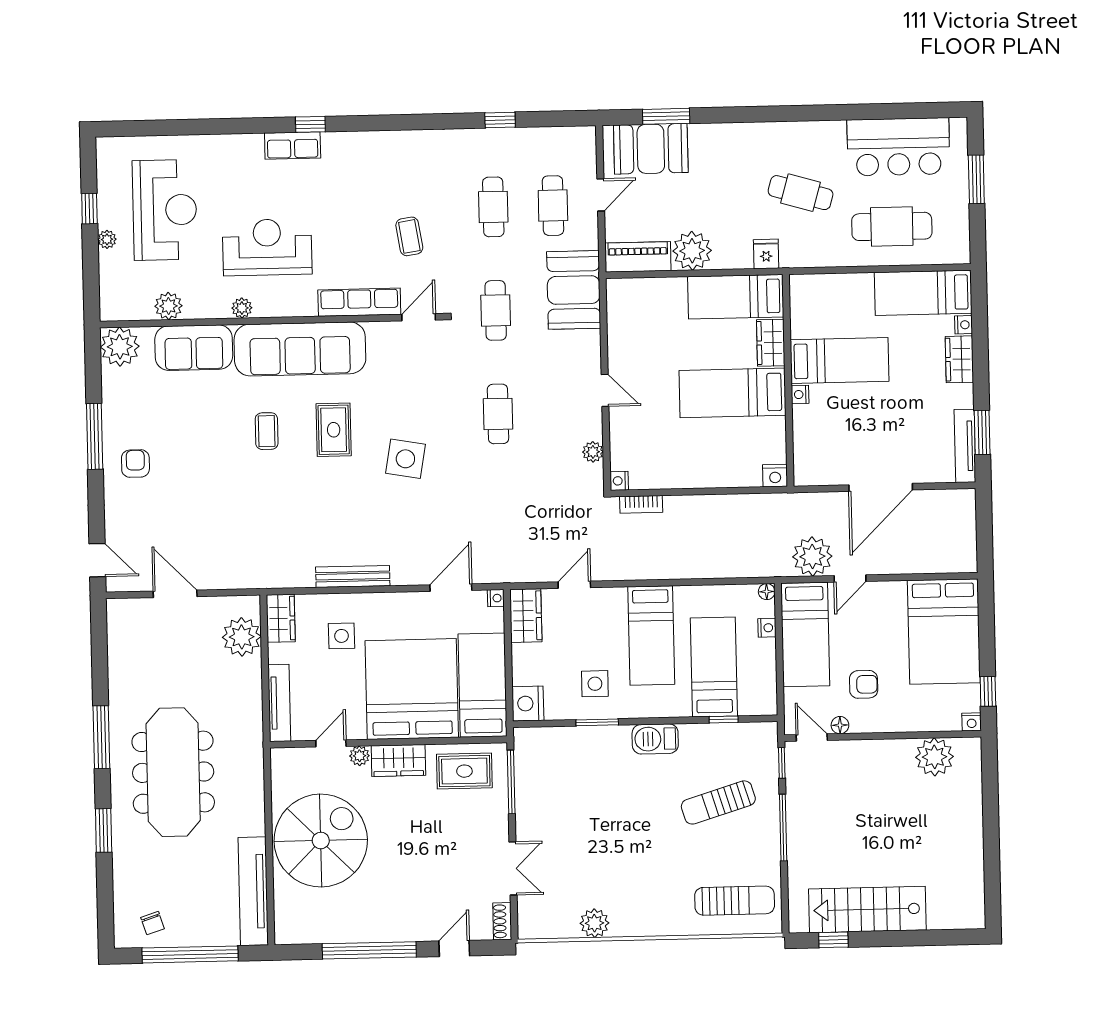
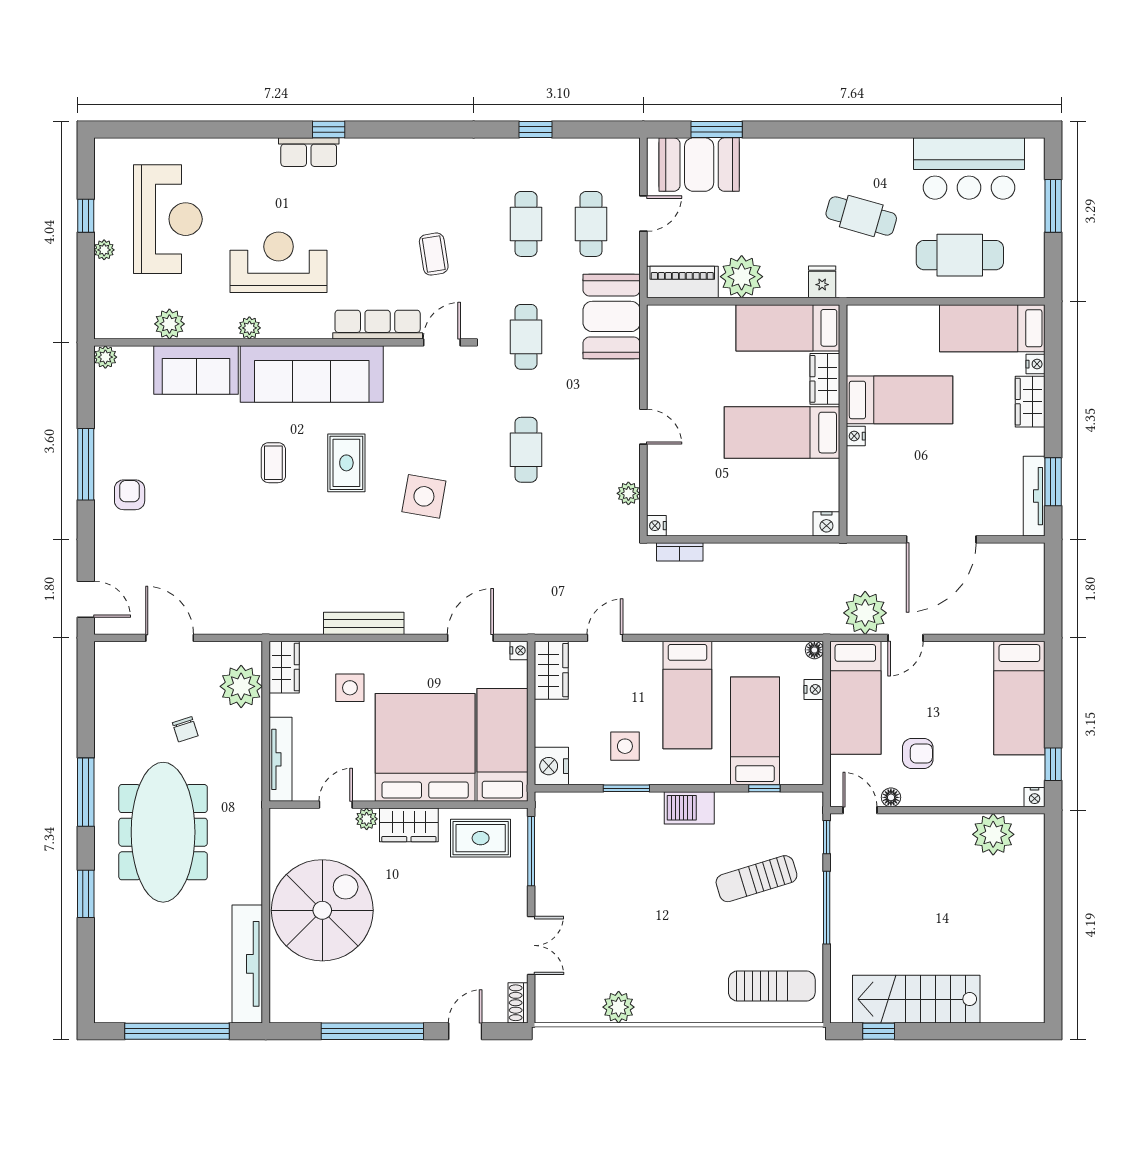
plant: (120, 347) -> (105, 357), width x0.53, depth x0.53
bed: (944, 632) -> (1019, 698), width x0.67
chair: (153, 923) -> (185, 729), moved

